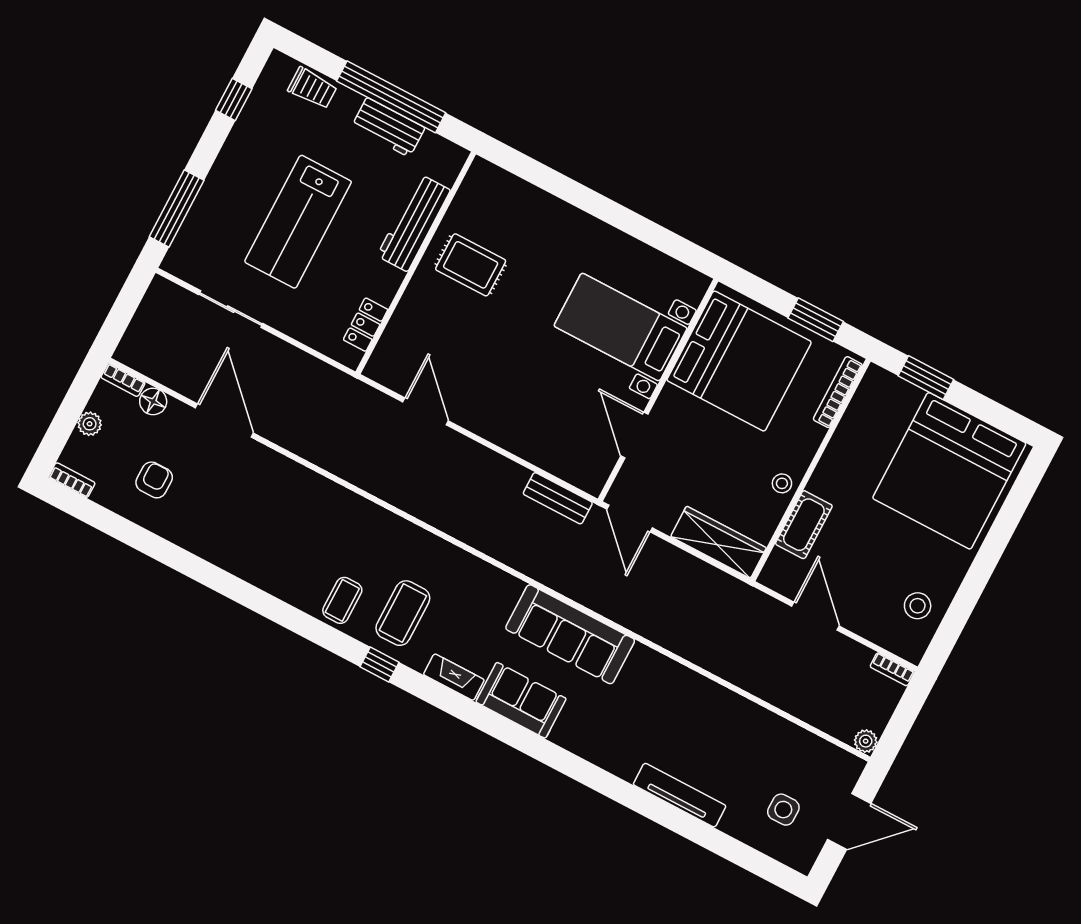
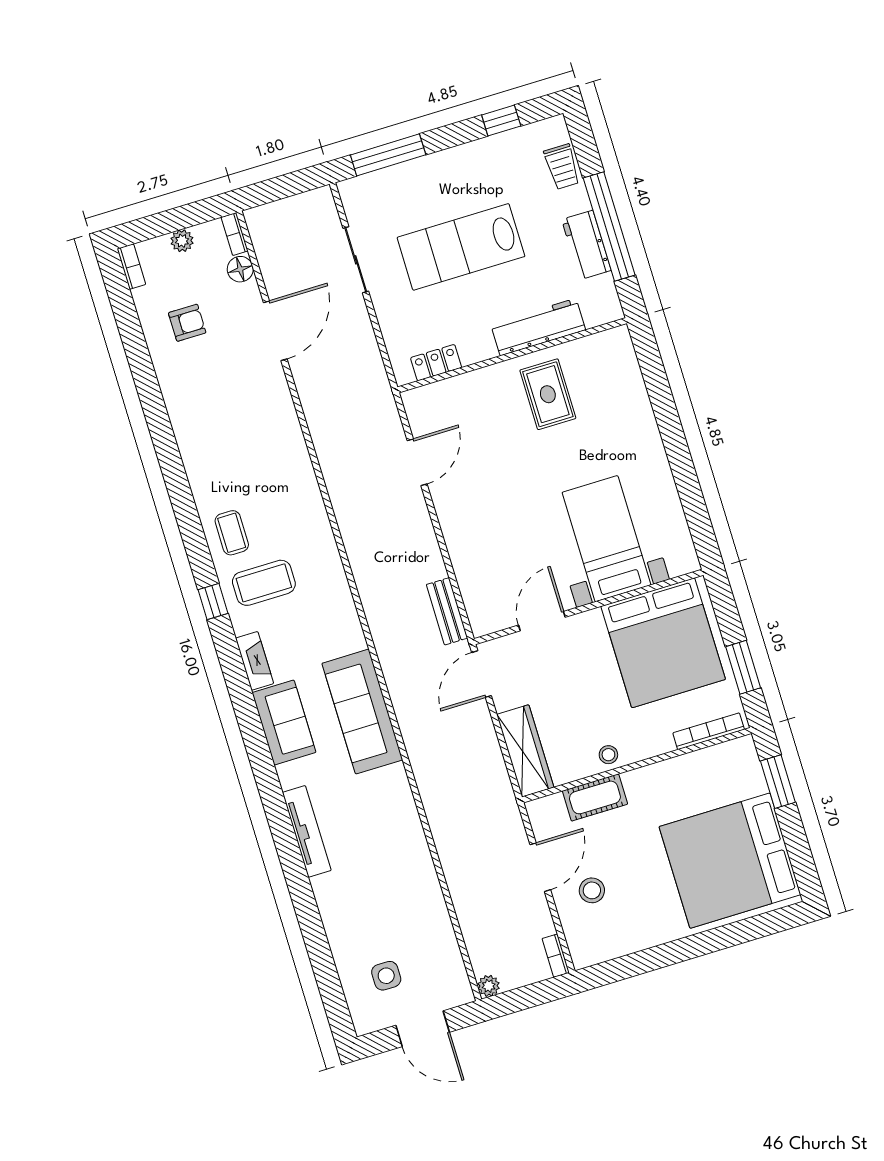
coffee table: (342, 600) -> (232, 533), turned 90
stool: (918, 606) -> (592, 890), moved
tv unit: (680, 795) -> (307, 831), moved

